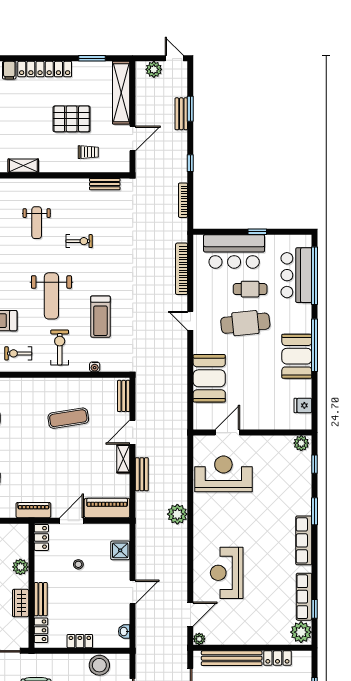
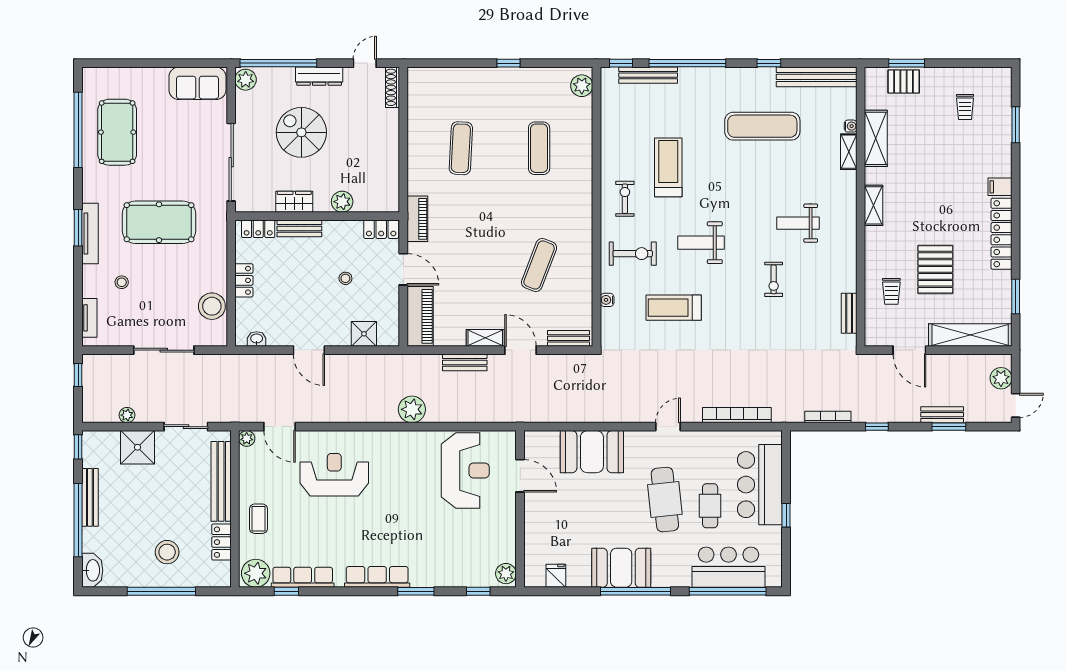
weight bench: (51, 296) -> (701, 243), width x0.73, depth x0.75
exercise mat: (68, 418) -> (539, 265), turned 30
coffee table: (260, 630) -> (259, 519), added

